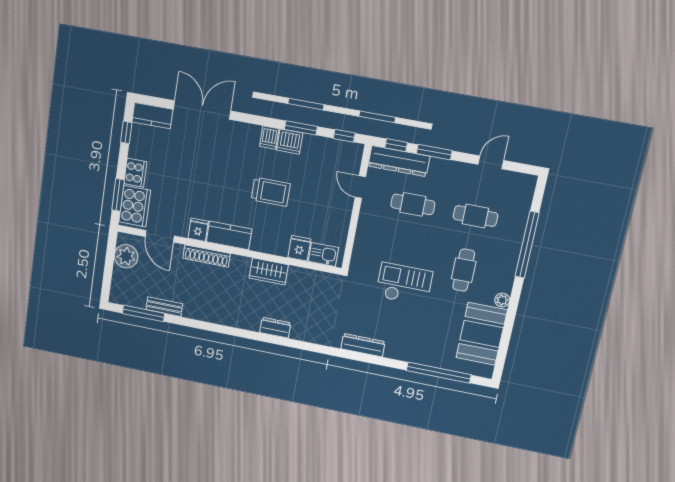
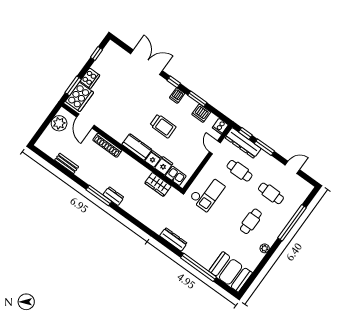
kitchen counter: (152, 116) -> (116, 52), removed
window: (344, 136) -> (174, 82), moved
dishwasher: (290, 142) -> (201, 113), moved
cooker: (354, 152) -> (220, 126), added
fridge: (198, 230) -> (153, 159), moved
kitchen counter: (229, 235) -> (137, 147), moved
wardrobe: (269, 271) -> (158, 184), moved
checkout: (404, 284) -> (207, 193), moved, turned 90
window: (143, 313) -> (99, 196), moved
dresser: (275, 328) -> (113, 196), moved
booth: (482, 334) -> (231, 272), moved, turned 90
window: (439, 373) -> (198, 267), moved

